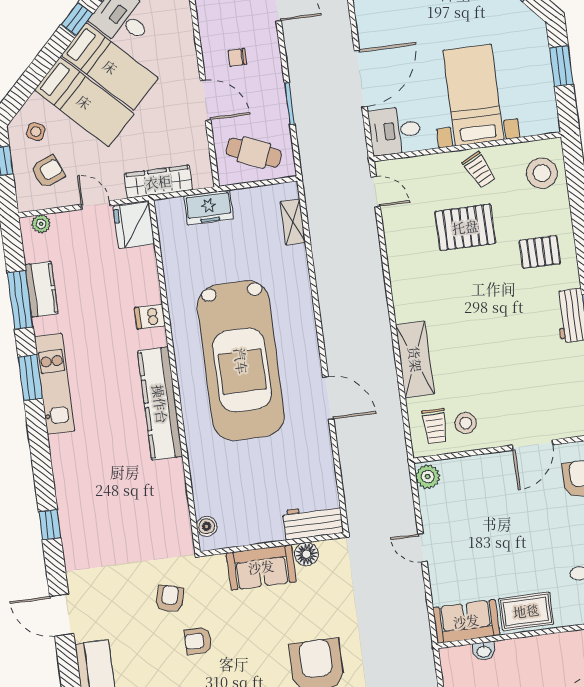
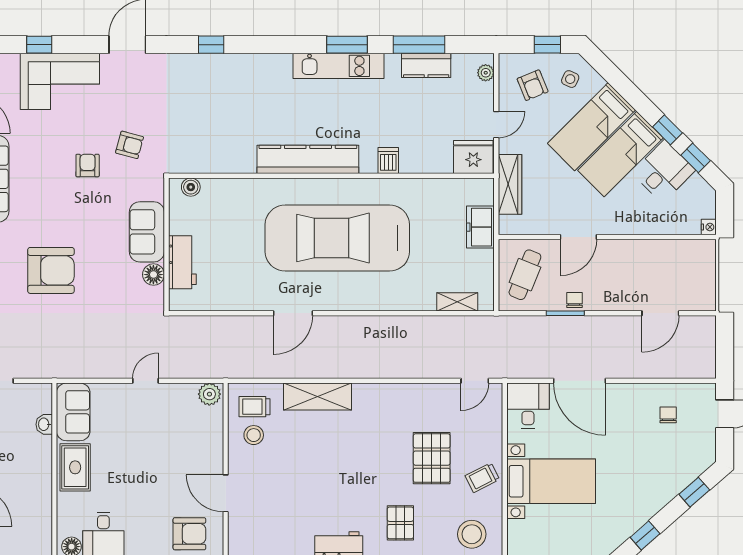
chair: (237, 57) -> (574, 300), moved
workbench: (313, 522) -> (182, 262), moved

